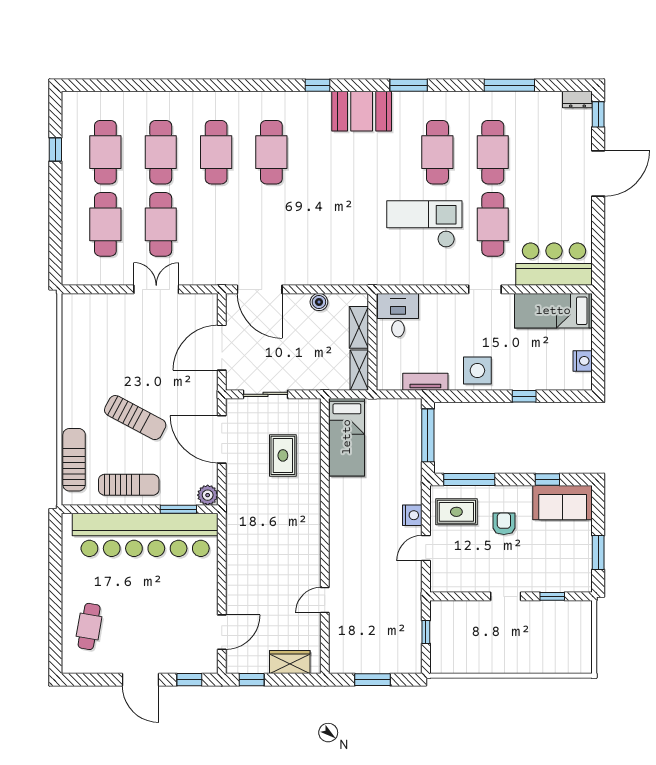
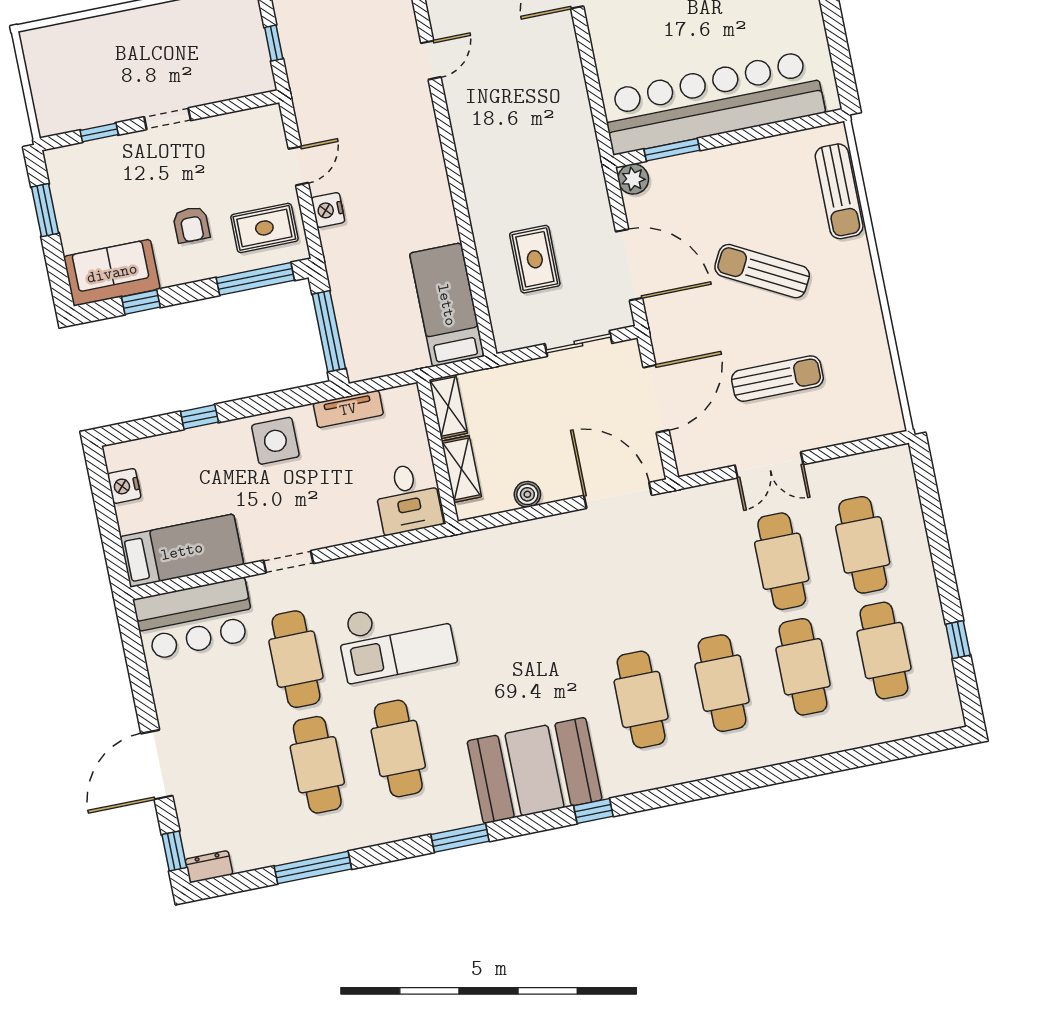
booth: (362, 111) -> (535, 771), width x1.36, depth x1.42
sun lounger: (129, 485) -> (777, 379), moved, turned 180

